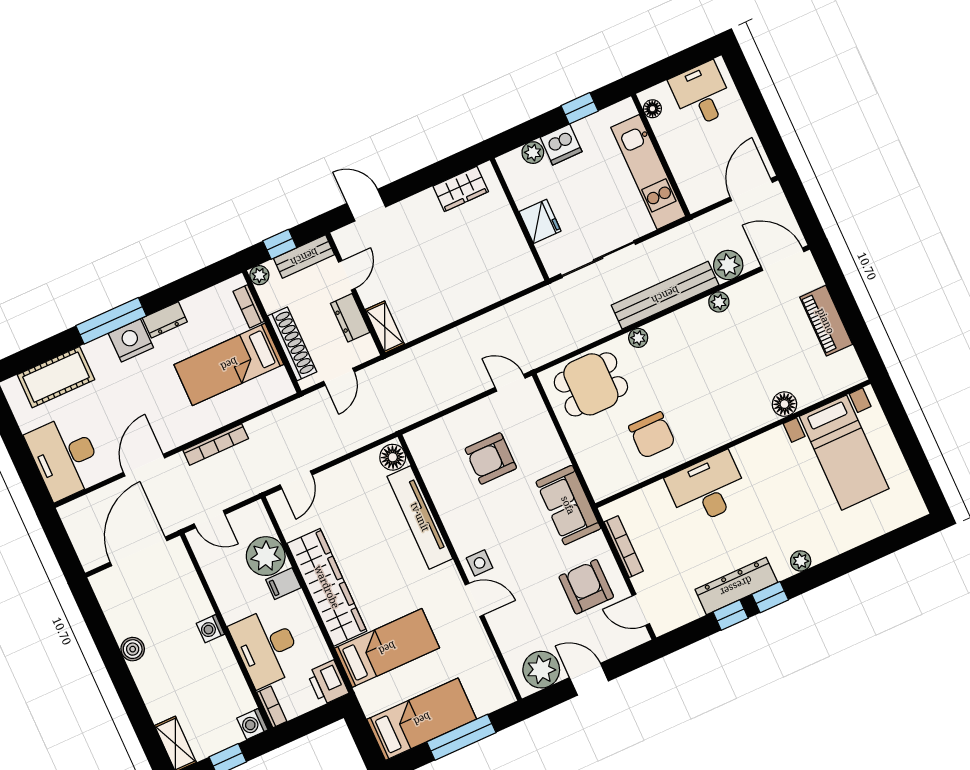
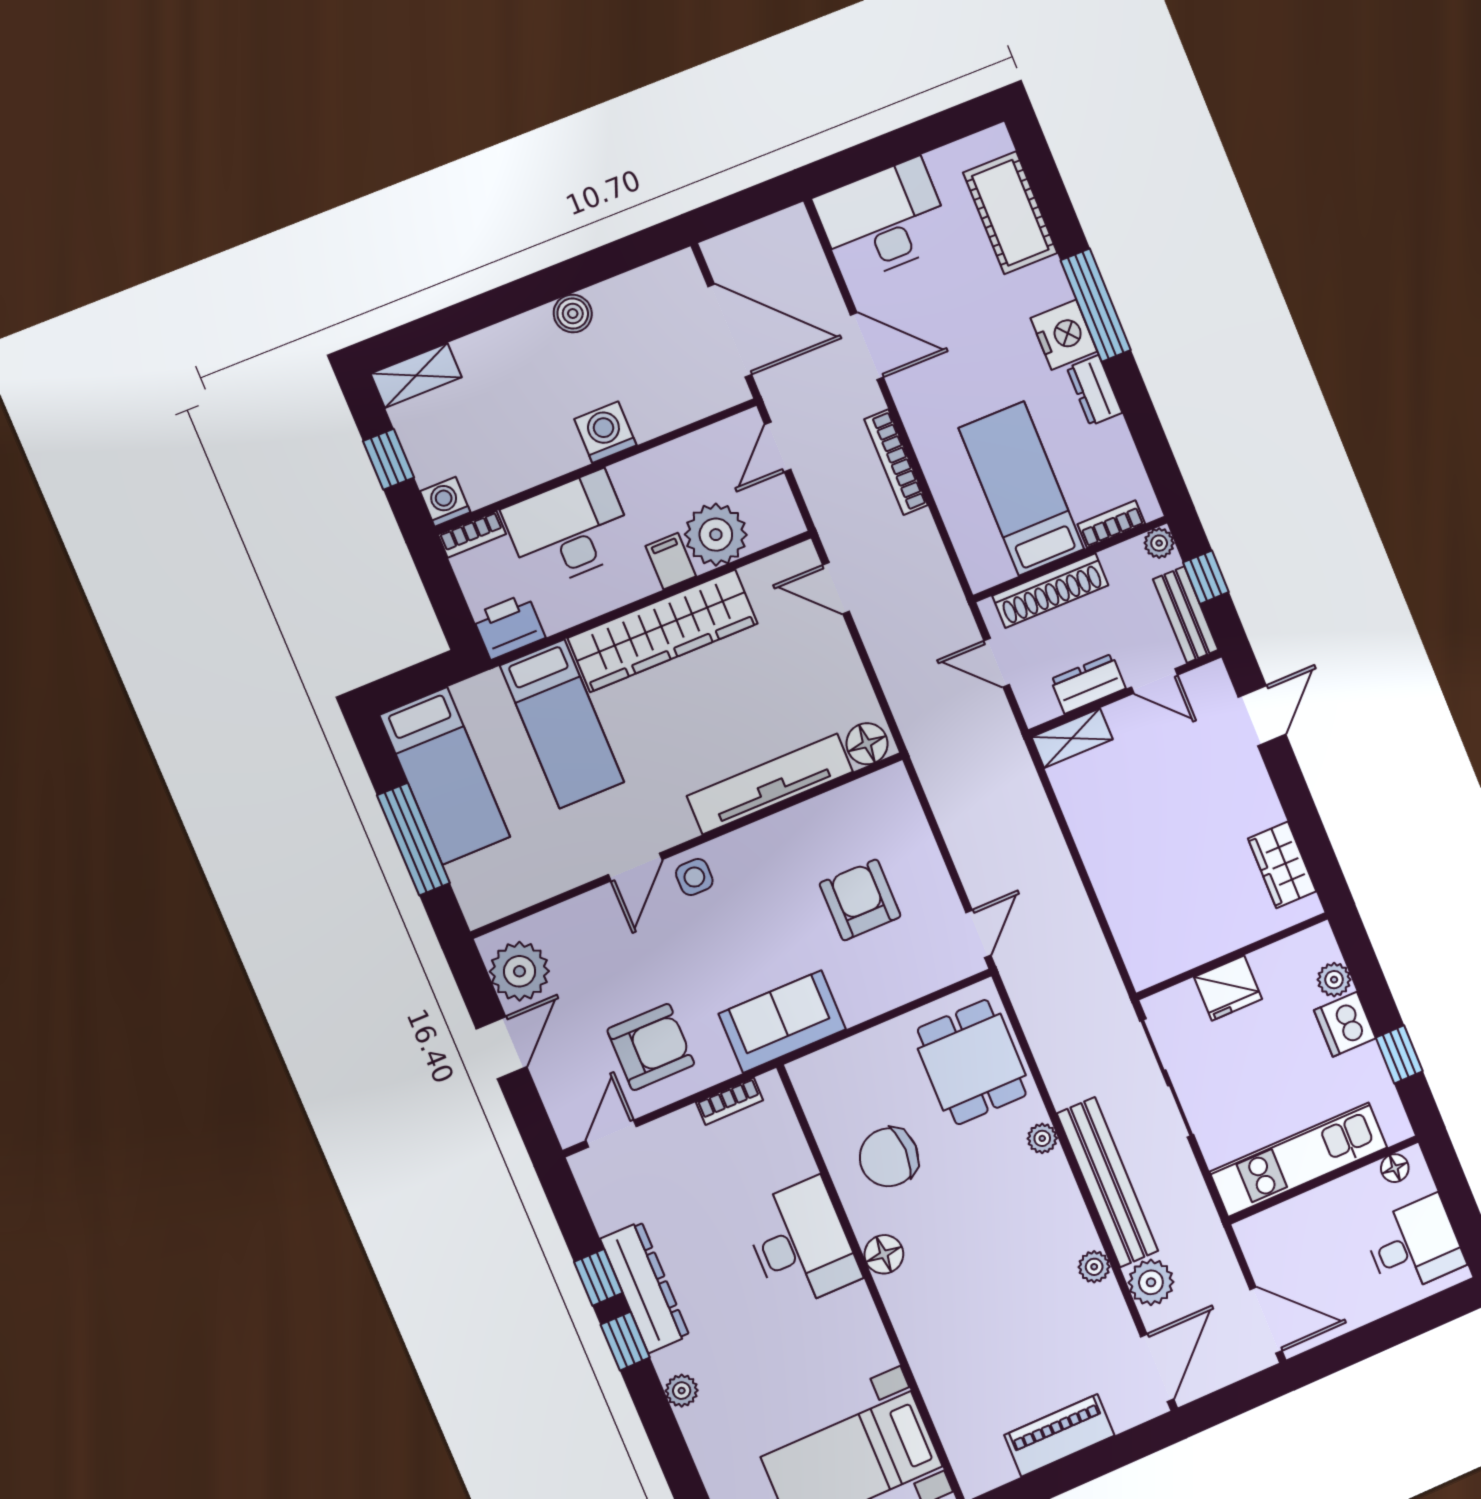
floor lamp: (784, 404) -> (884, 1254), moved
bookcase: (624, 547) -> (730, 1101), width x0.64
washing machine: (210, 629) -> (605, 432), width x1.38, depth x1.38

